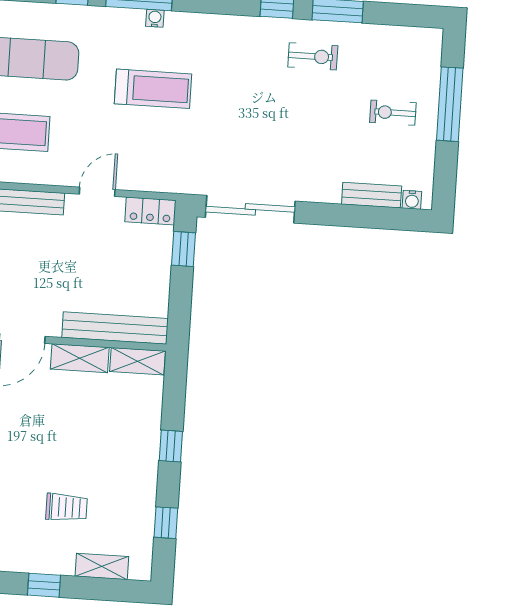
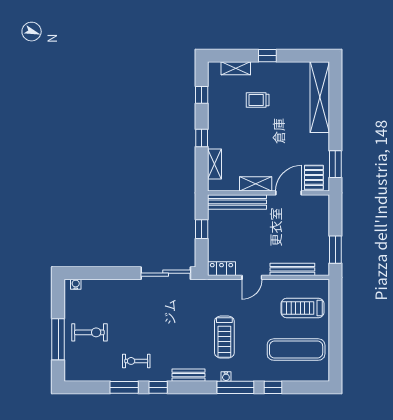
treadmill: (153, 89) -> (224, 337), turned -90
exercise bike: (393, 113) -> (89, 332), width x1.38, depth x1.39
bench: (372, 195) -> (189, 375), moved
window: (184, 249) -> (202, 229), moved
shelving: (137, 361) -> (214, 164), moved, turned 90

